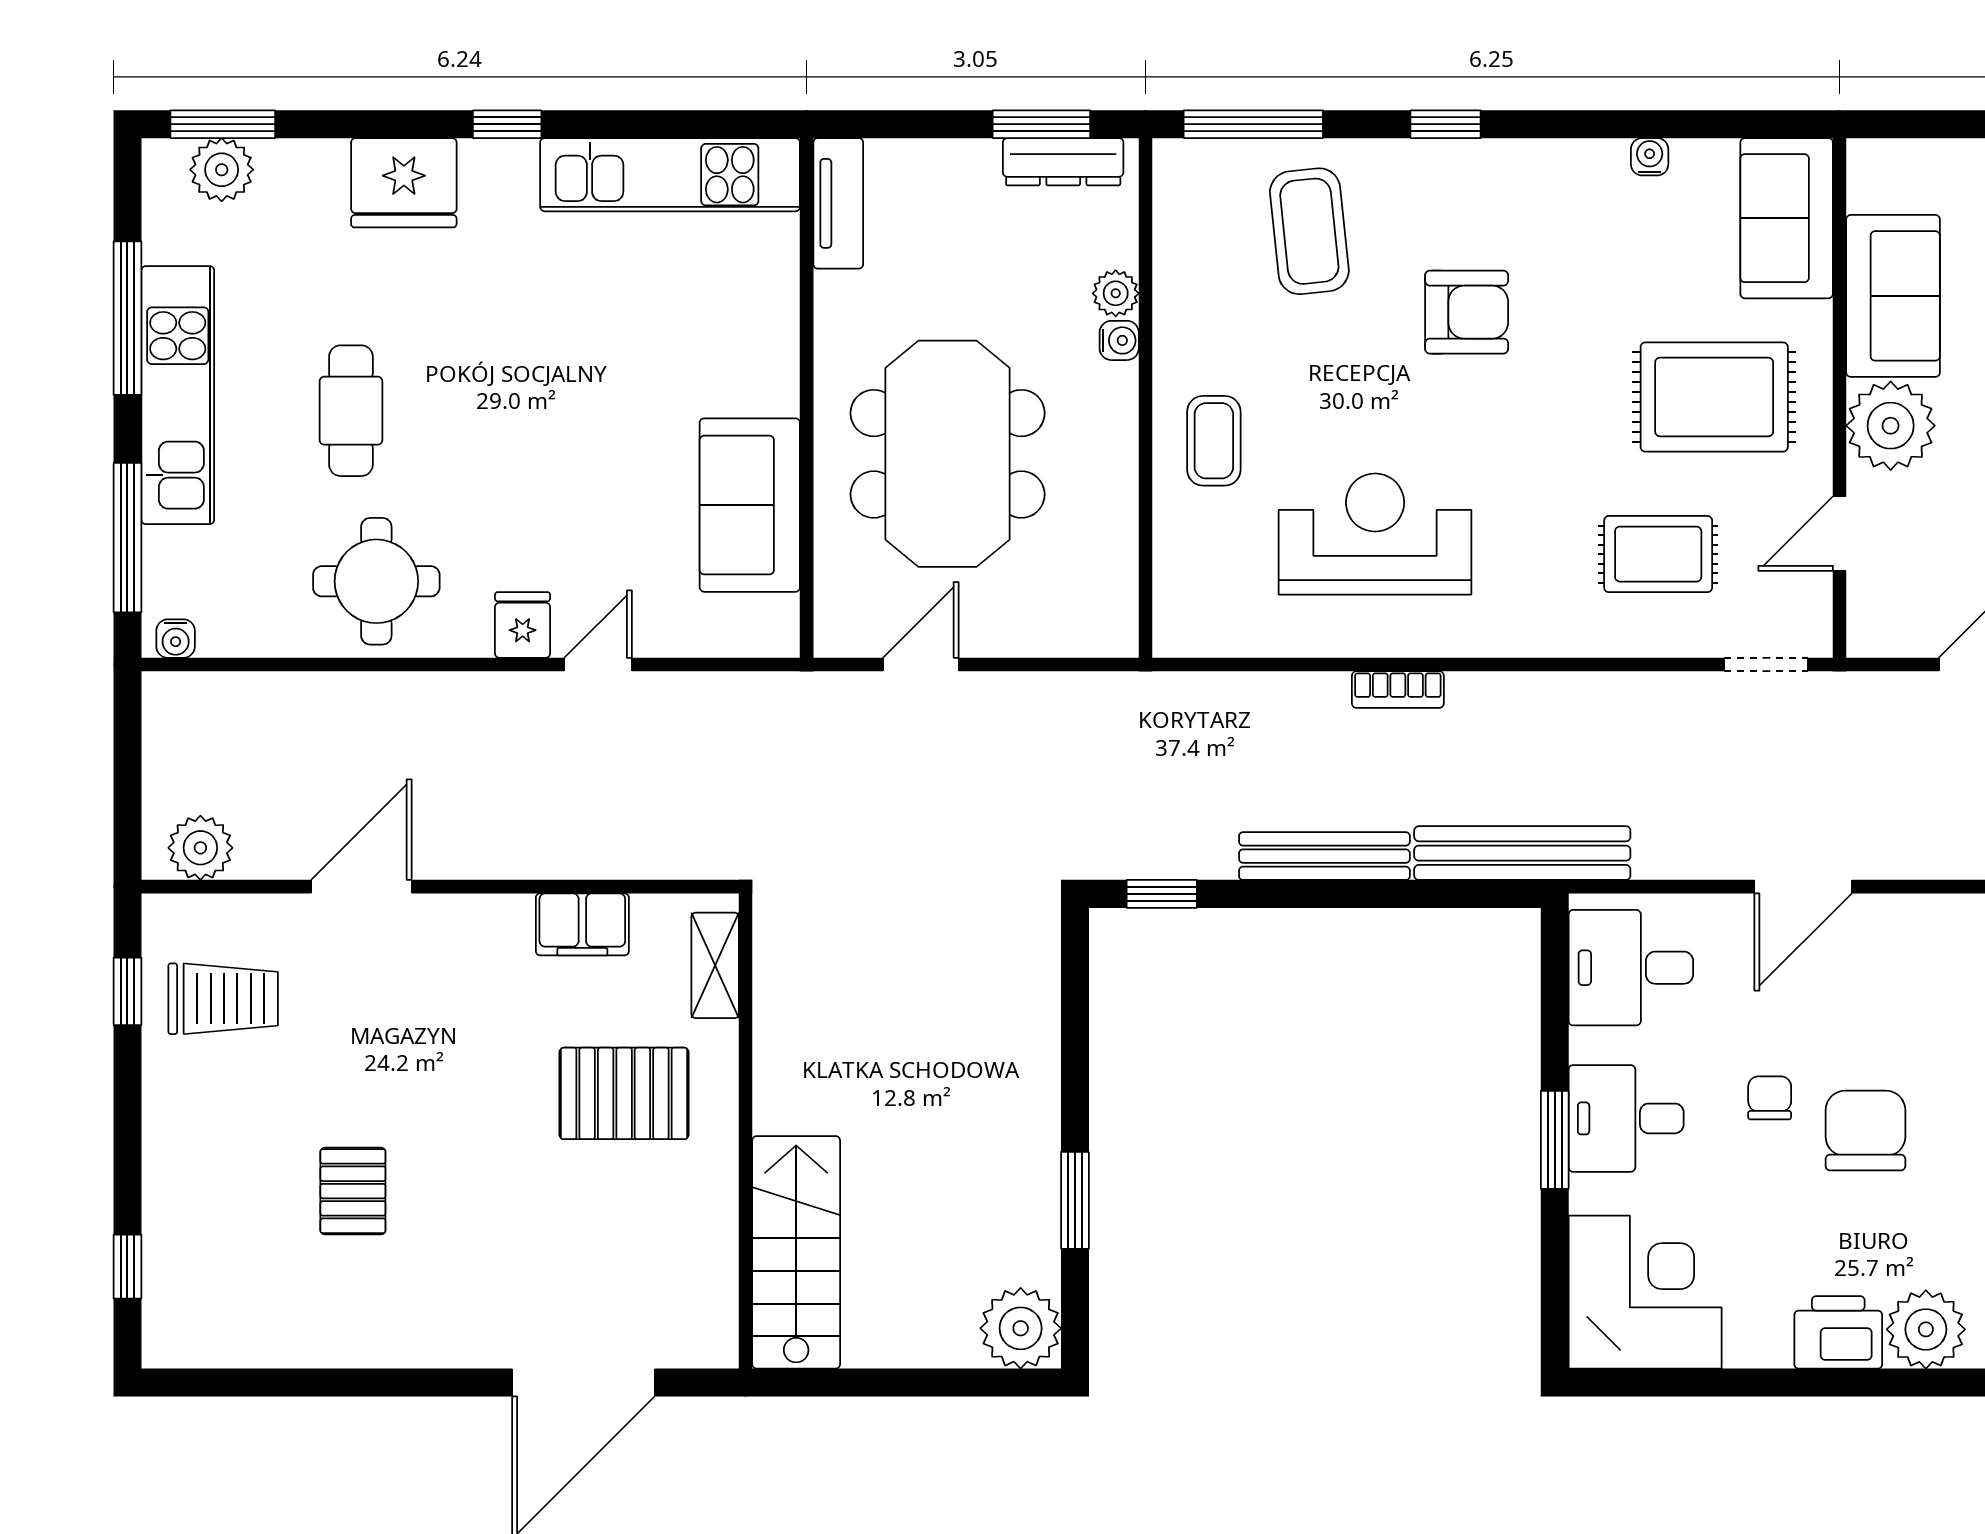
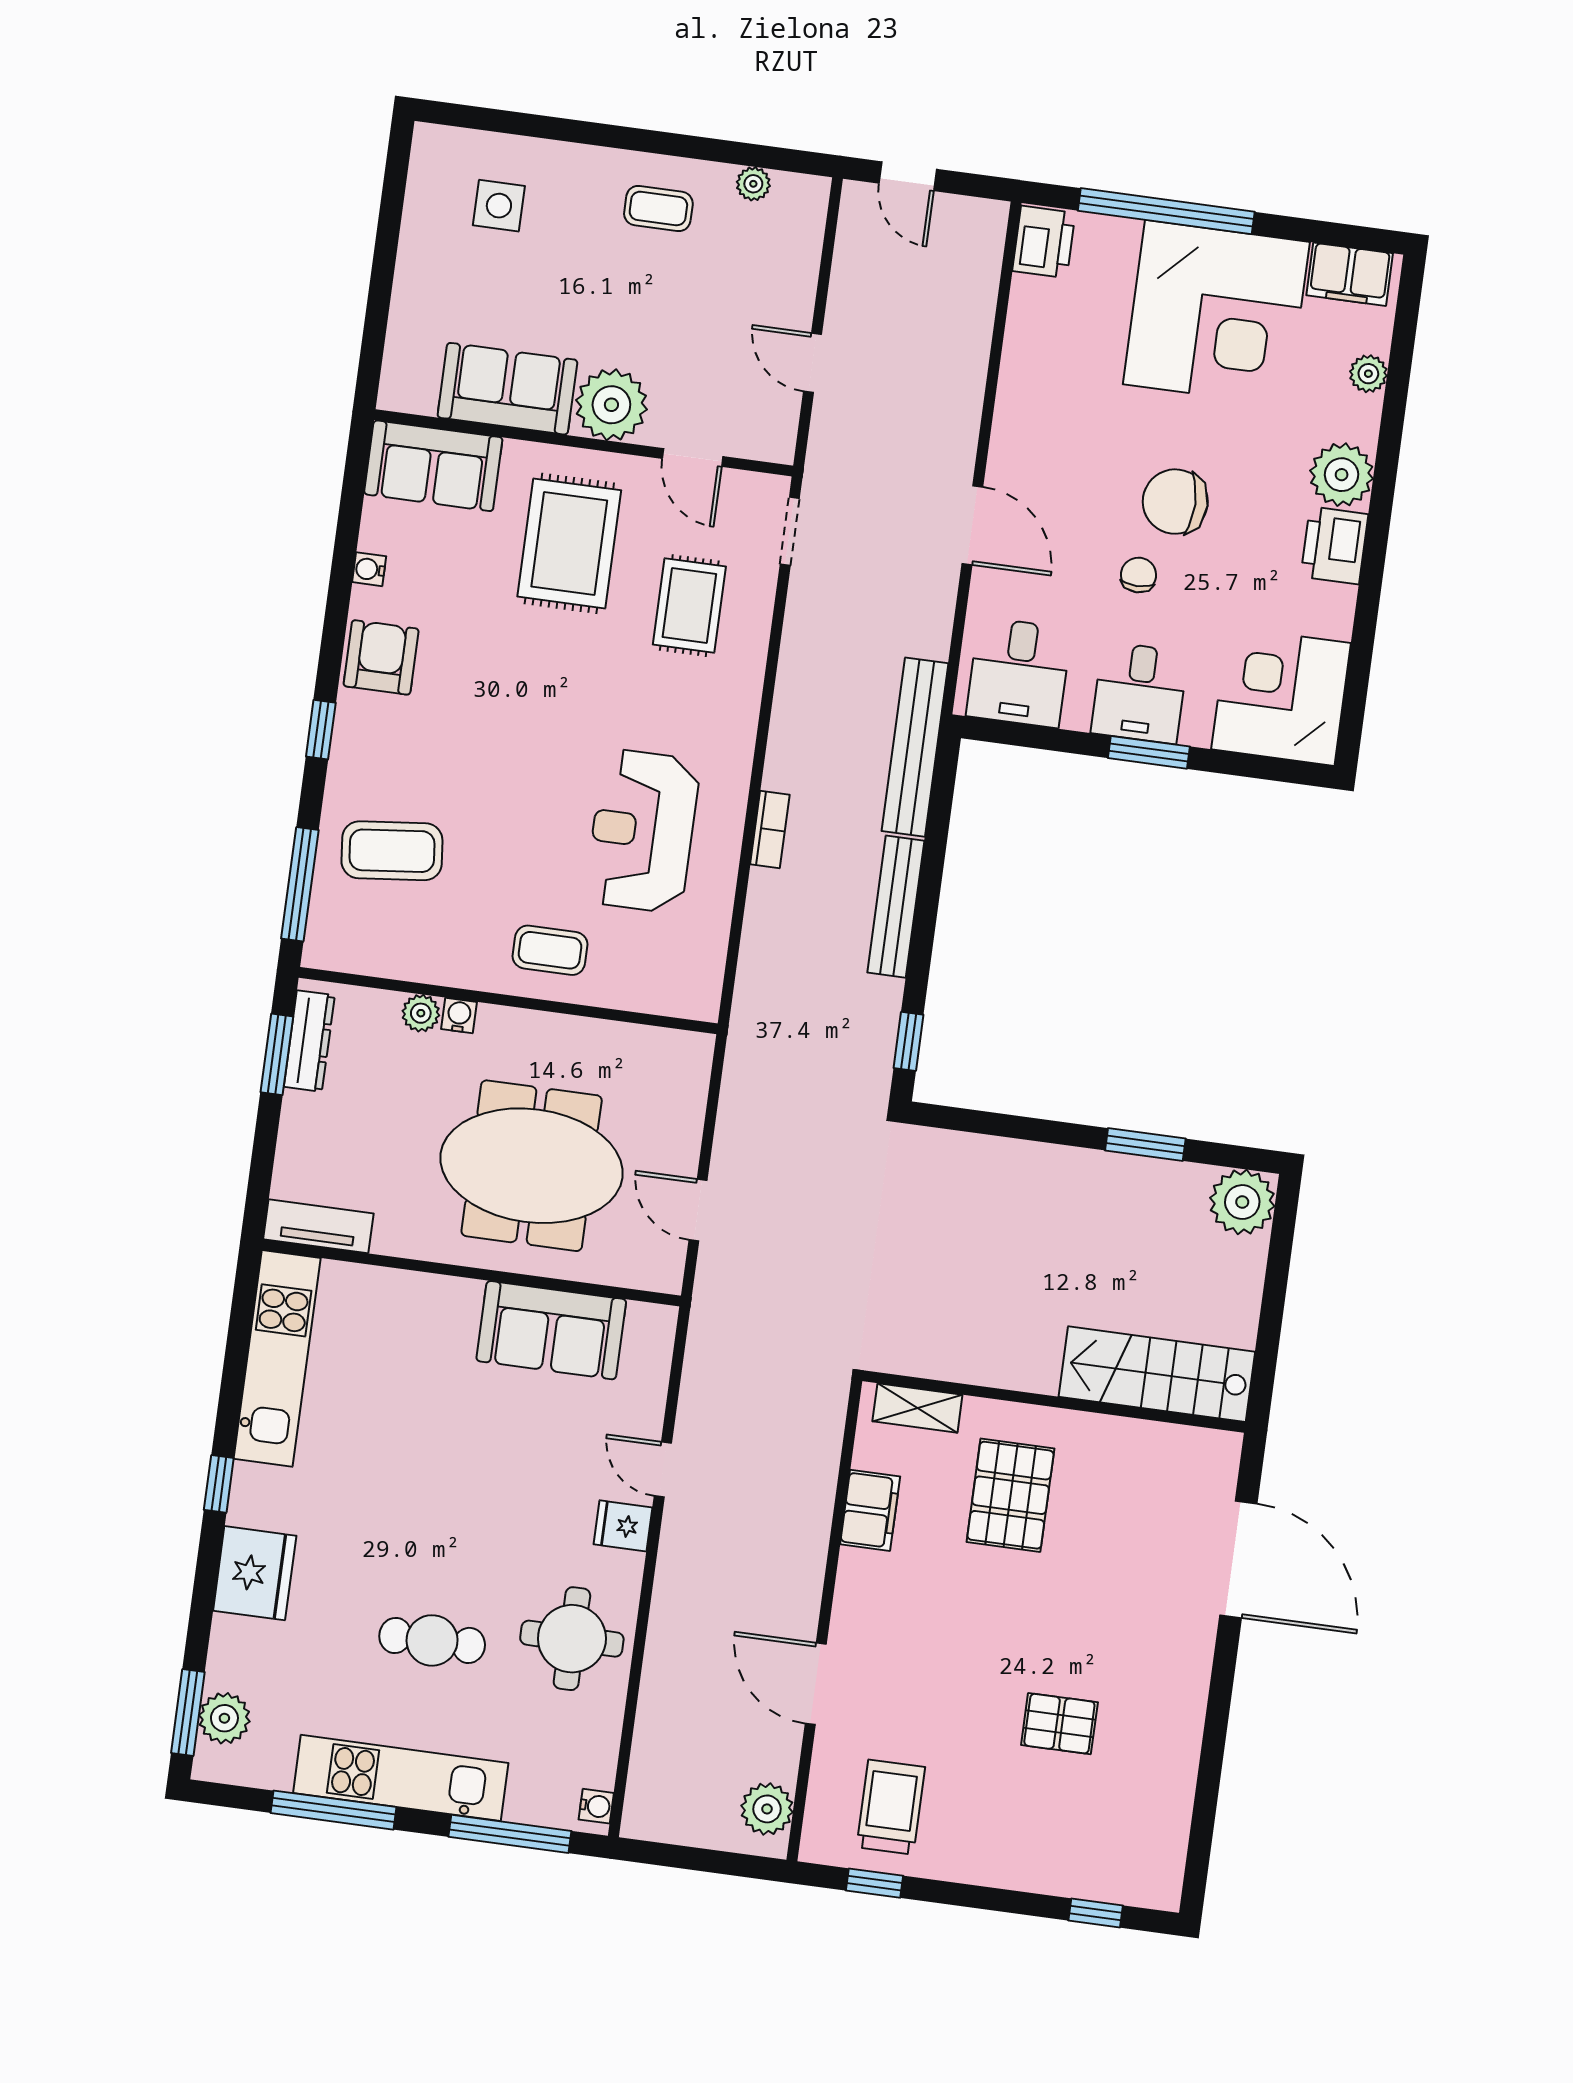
armchair: (1467, 312) -> (381, 657), moved
chair: (1770, 1098) -> (1138, 575), turned 90

